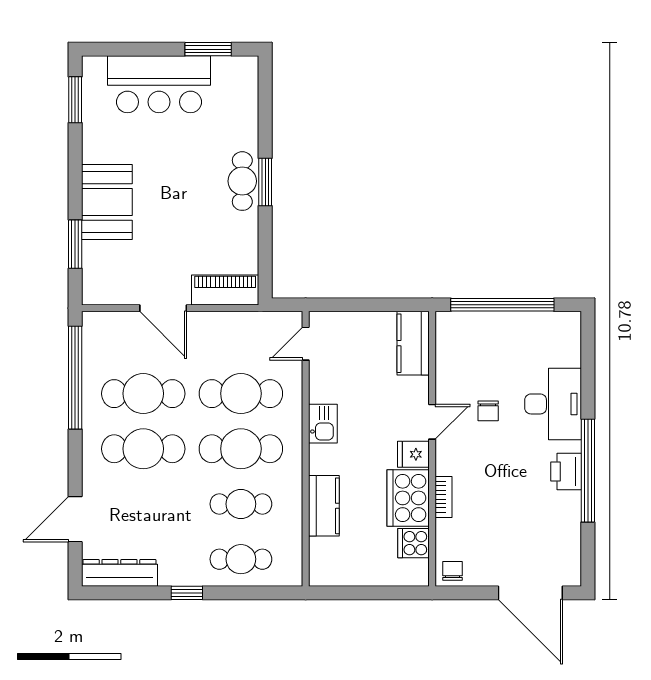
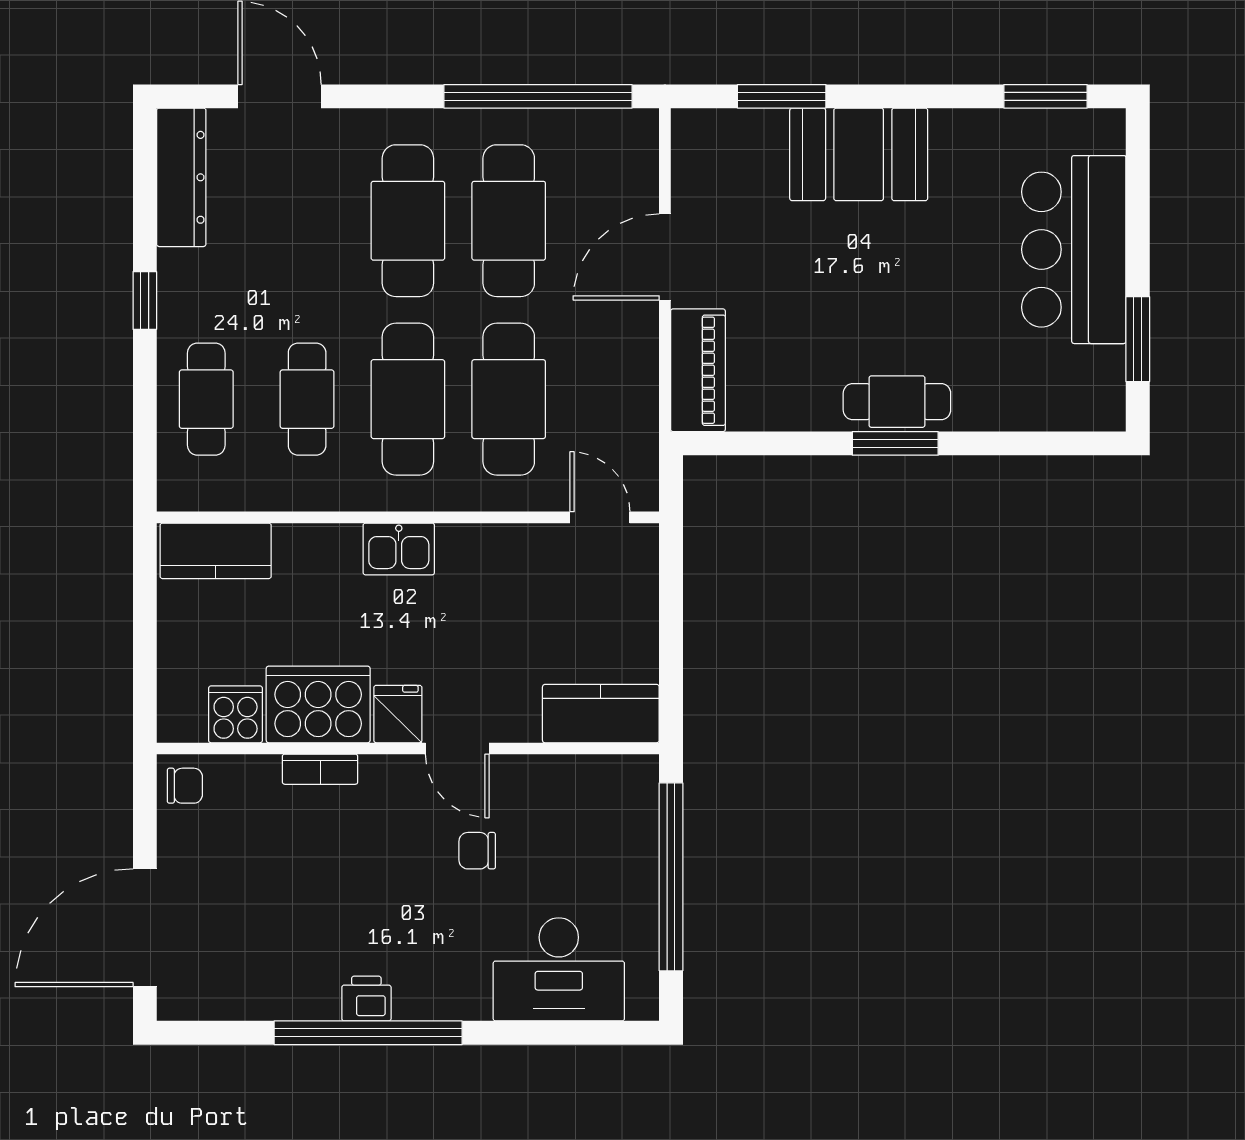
desk: (553, 404) -> (559, 969), moved
kitchen sink: (323, 424) -> (399, 549), moved
printer: (566, 472) -> (366, 999), width x0.73, depth x0.81
kitchen counter: (324, 506) -> (216, 551), moved

